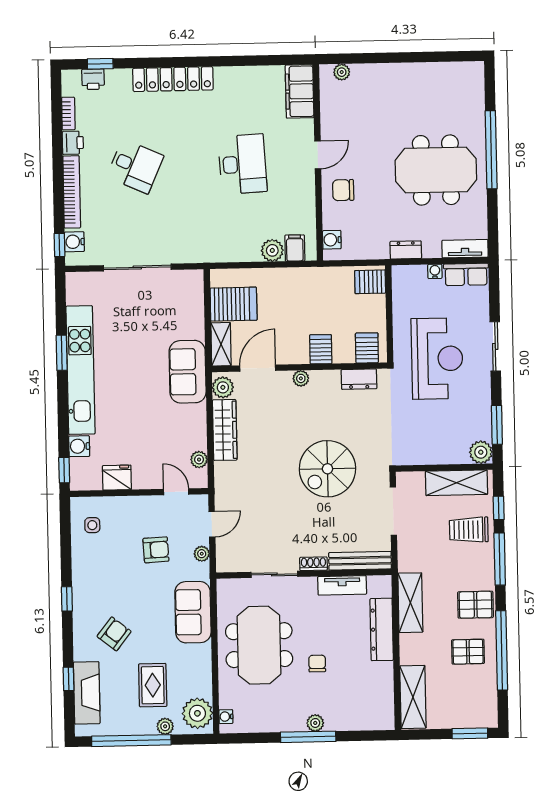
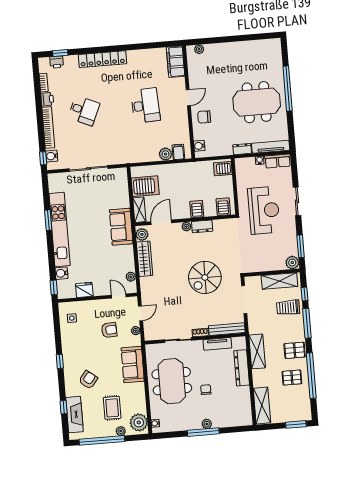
tv unit: (465, 249) -> (271, 147), width x1.41
dresser: (359, 379) -> (202, 226), moved

